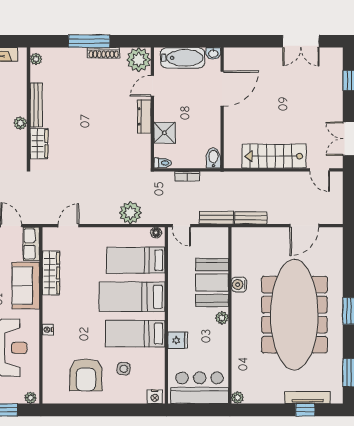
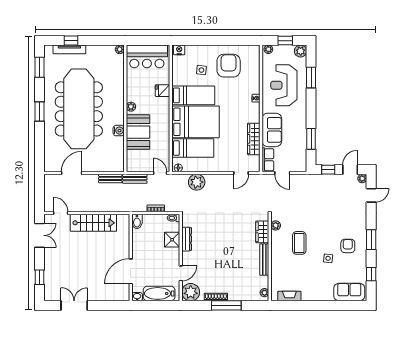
dresser: (144, 117) -> (187, 239), moved
plant: (20, 123) -> (276, 225), moved
bed: (132, 297) -> (196, 122), width x1.50

